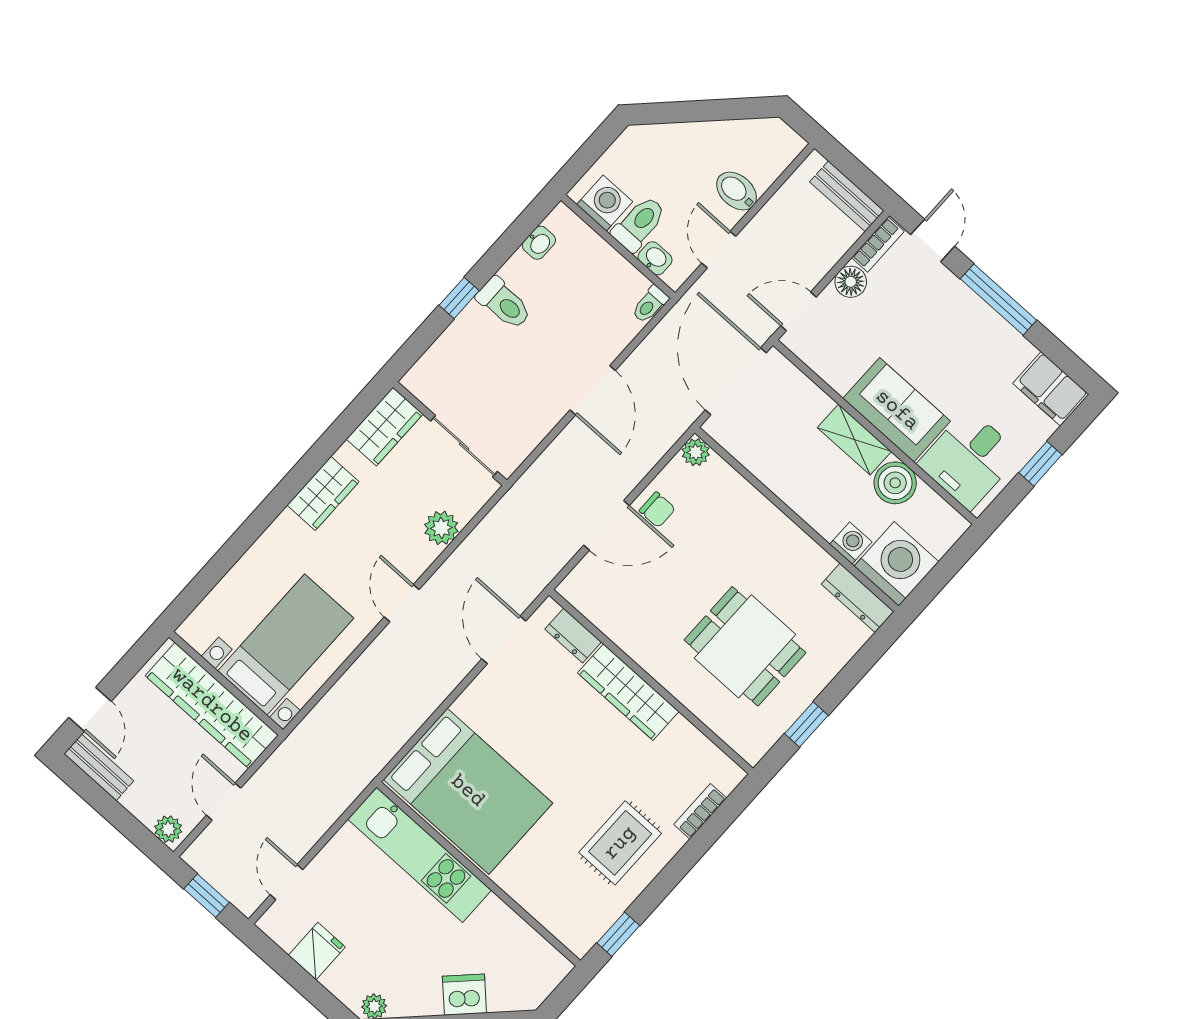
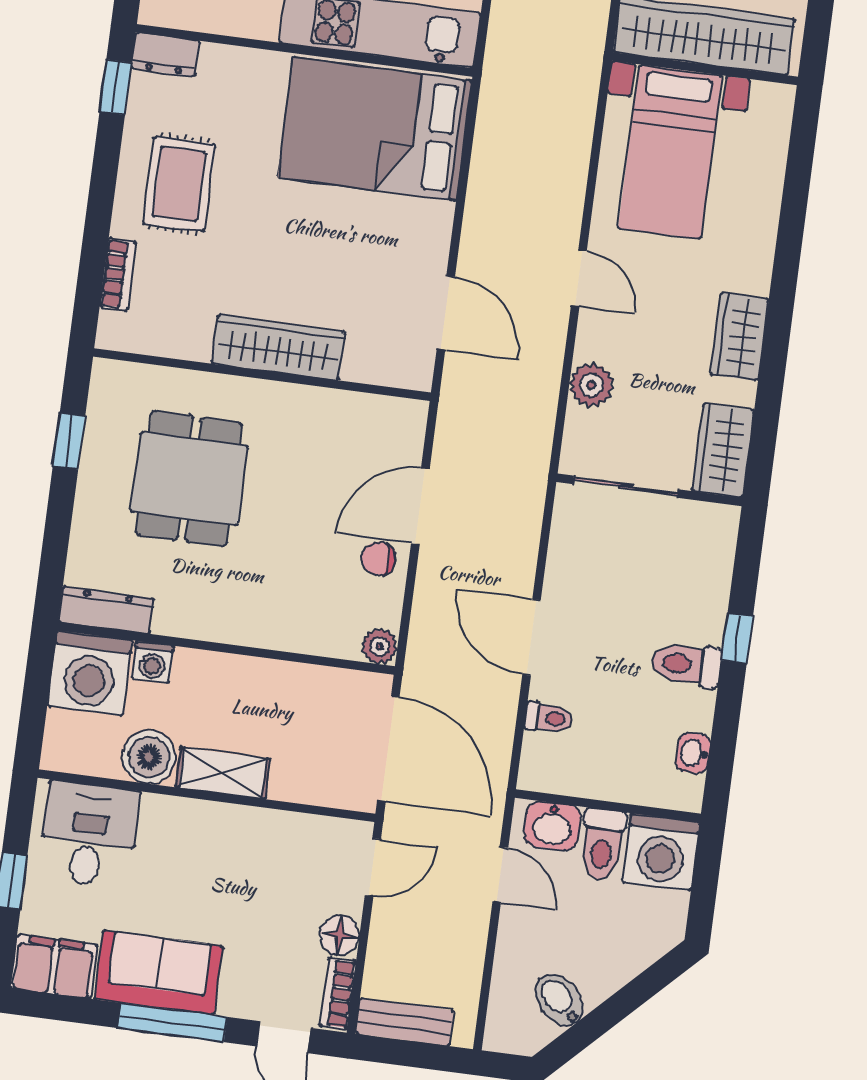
bidet: (737, 191) -> (559, 1000), moved, turned -135
washing machine: (605, 203) -> (661, 852), width x1.37, depth x1.37
washbasin: (655, 258) -> (552, 826), width x1.38, depth x1.45
toilet: (650, 304) -> (549, 718), moved, turned 90
sofa: (897, 410) -> (158, 973), moved, turned 180
dresser: (573, 636) -> (165, 55), moved, turned 180
dining table: (745, 646) -> (189, 479), turned 90

